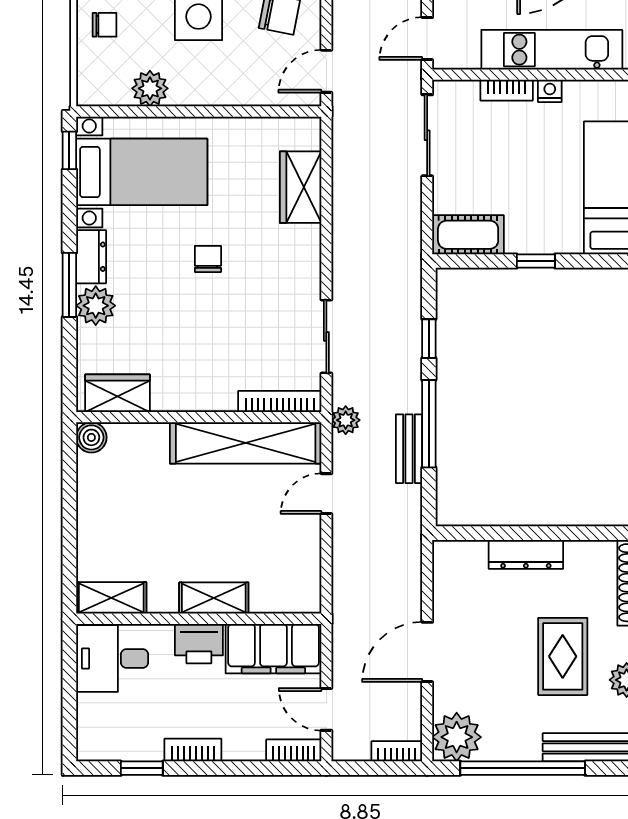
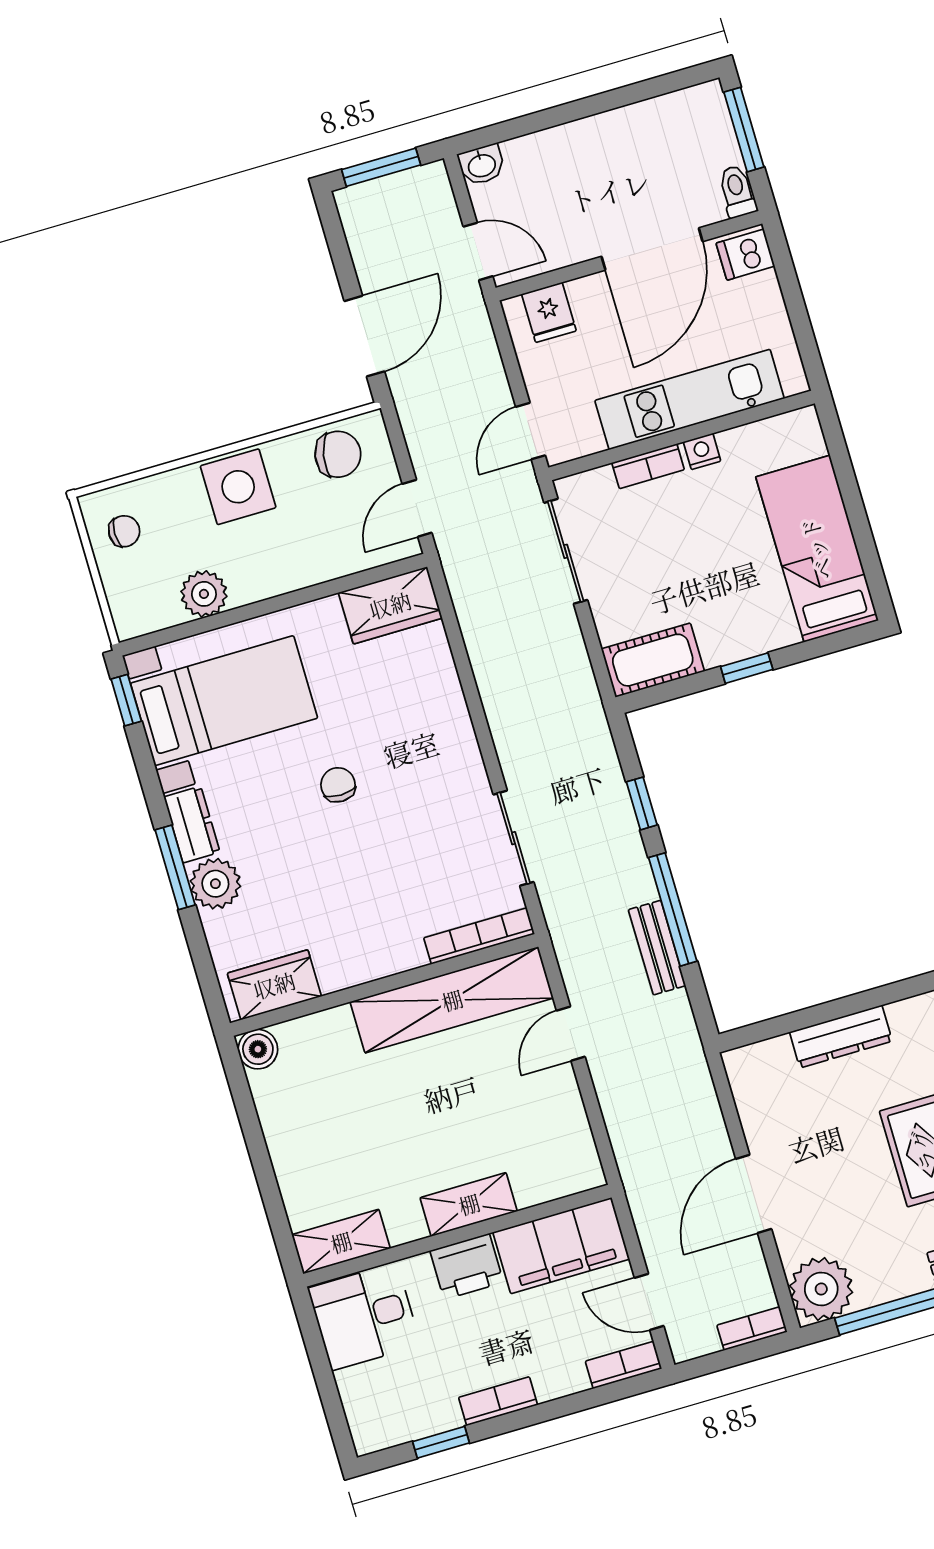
wardrobe: (301, 187) -> (390, 605), moved, turned -90
plant: (346, 420) -> (568, 935), removed

